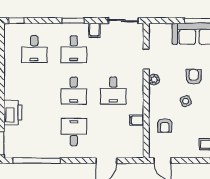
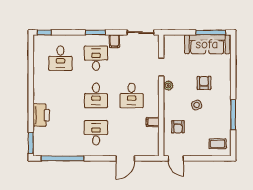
desk: (74, 49) -> (96, 58), turned 180

